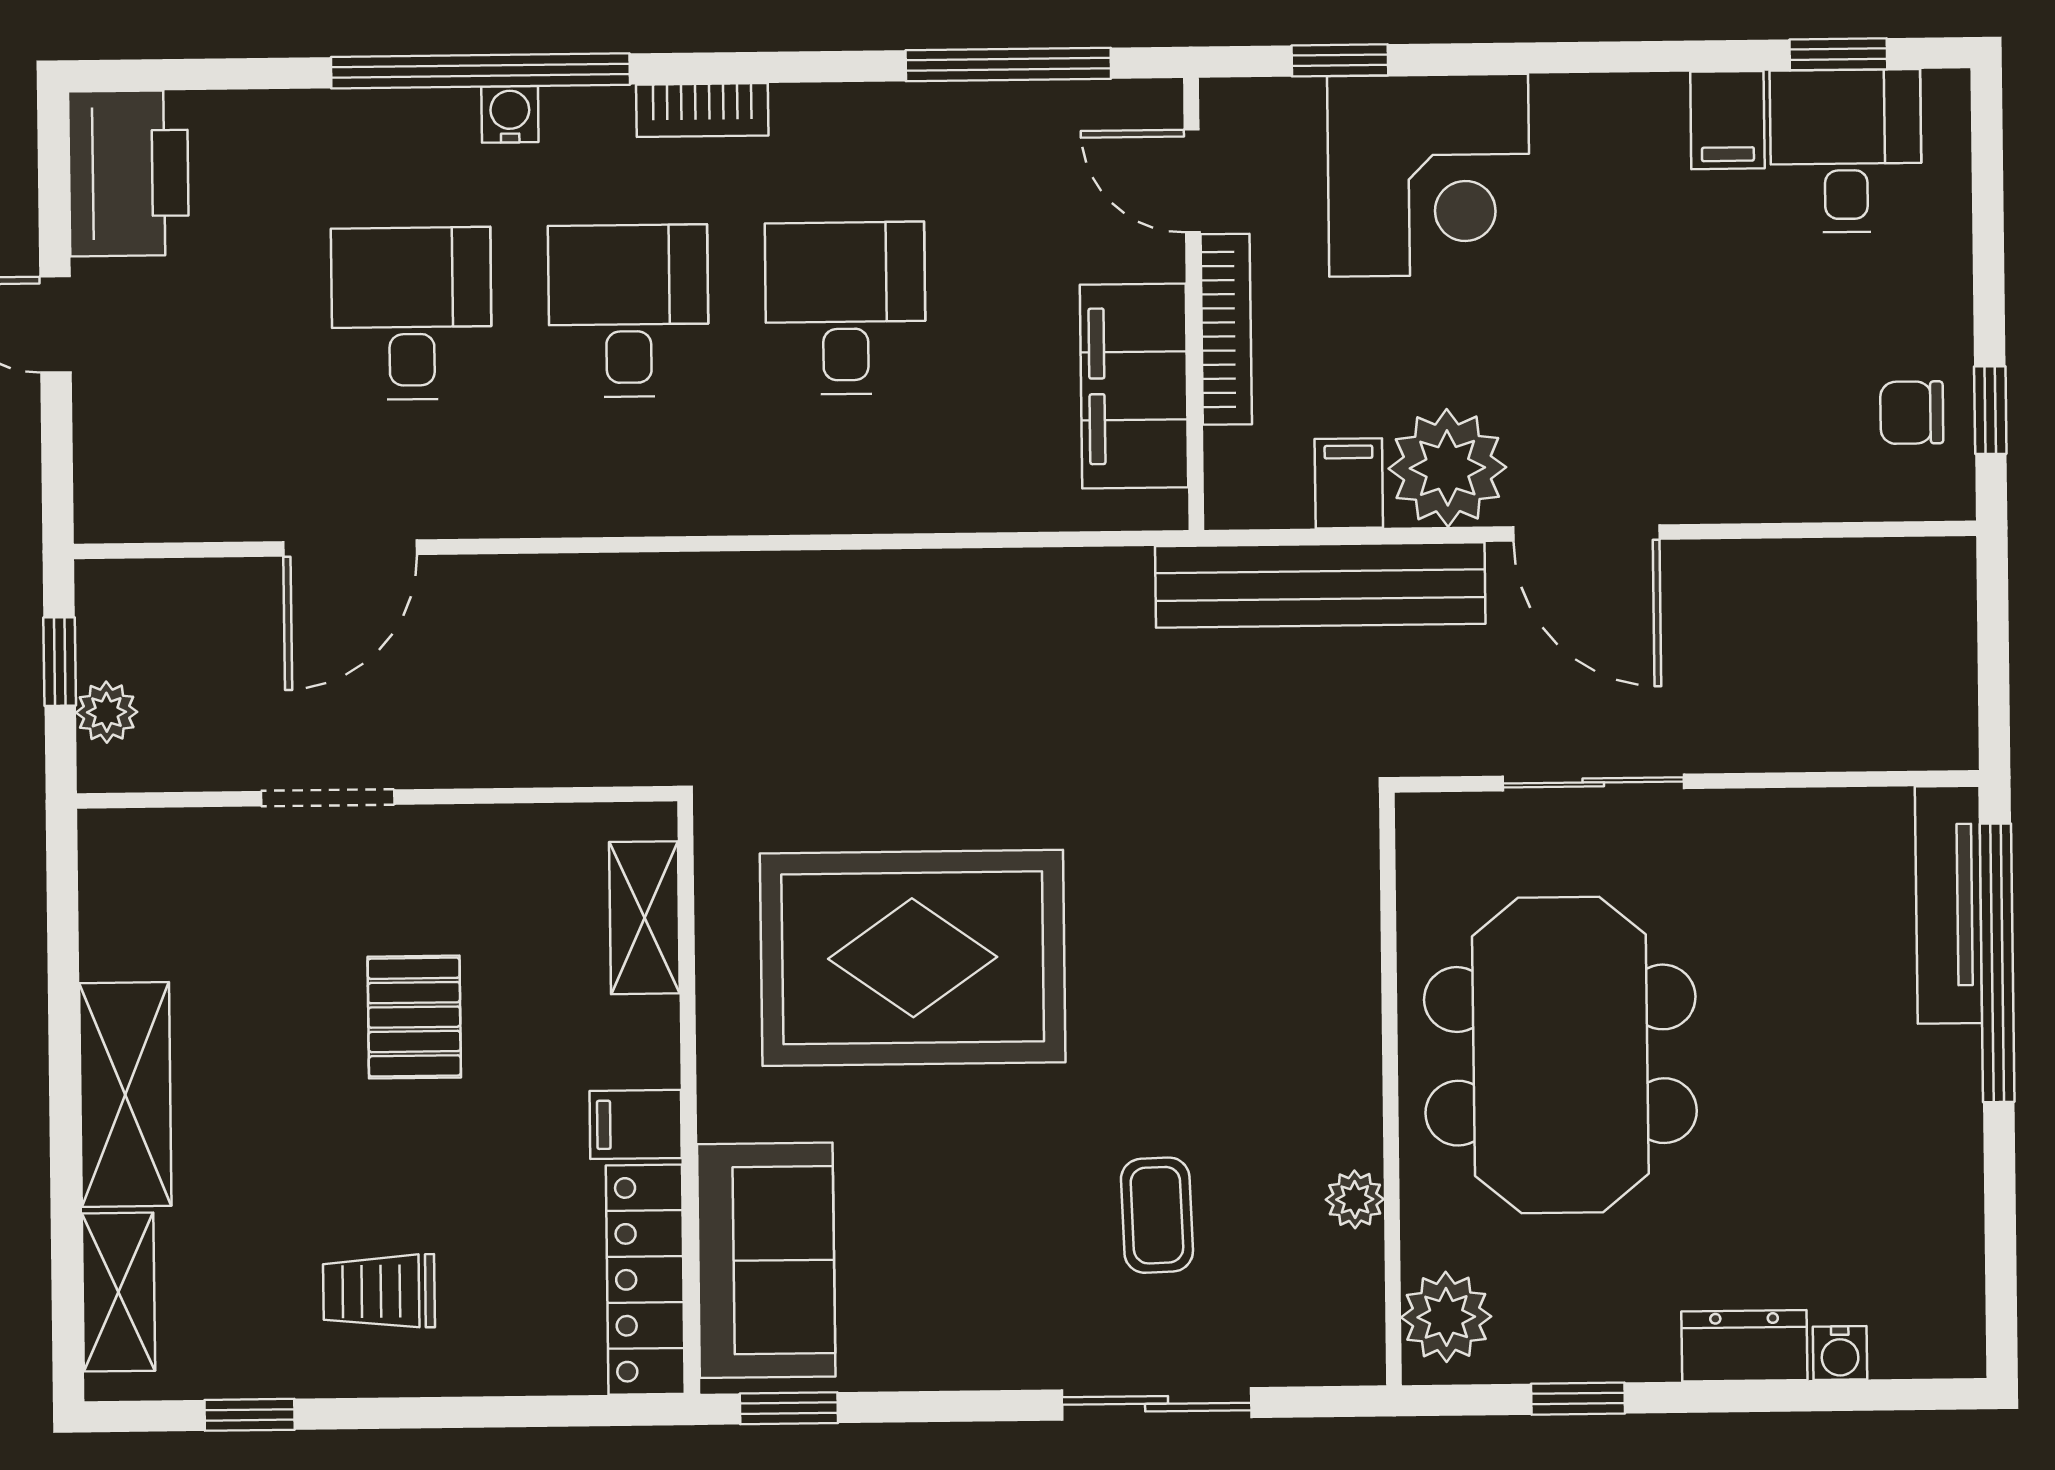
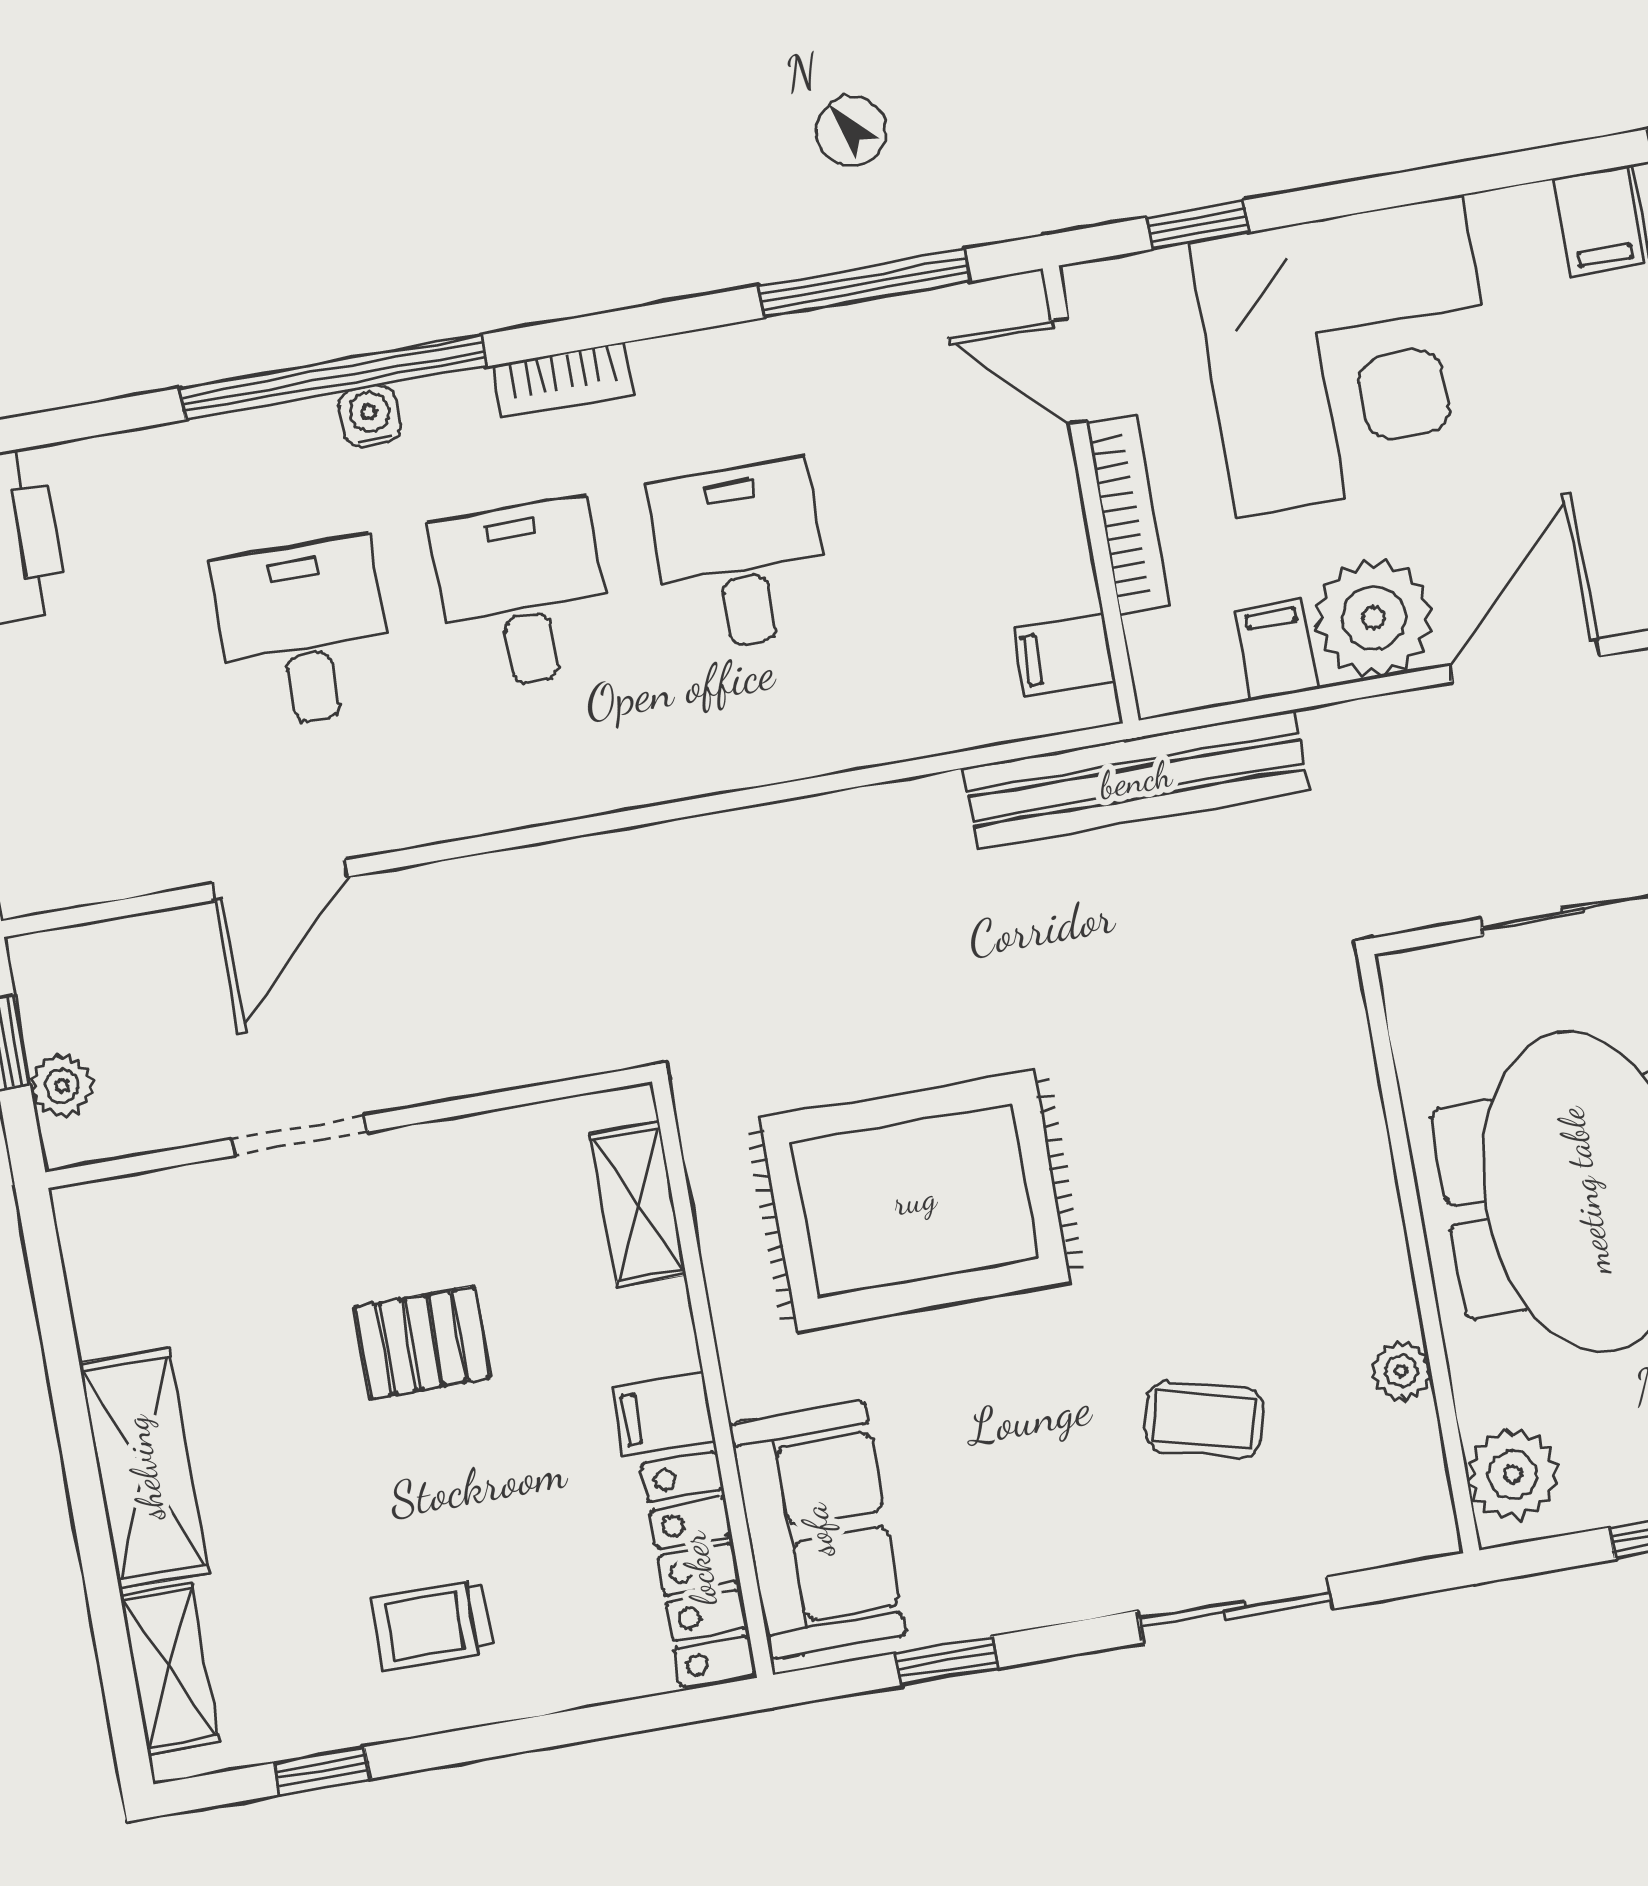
corner desk: (1429, 175) -> (1349, 356), width x1.36, depth x1.36
filing cabinet: (1134, 386) -> (1064, 654), width x0.33, depth x0.86
door: (1586, 533) -> (1525, 661), swing flipped
bench: (1320, 585) -> (1136, 780), moved
pallet: (414, 1017) -> (422, 1342), turned 90
coffee table: (1157, 1215) -> (1204, 1420), turned -73
window: (789, 1408) -> (947, 1661), moved

